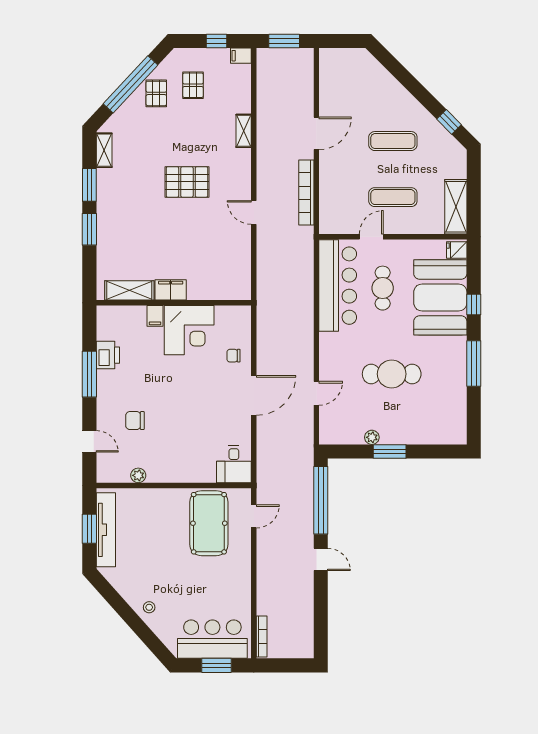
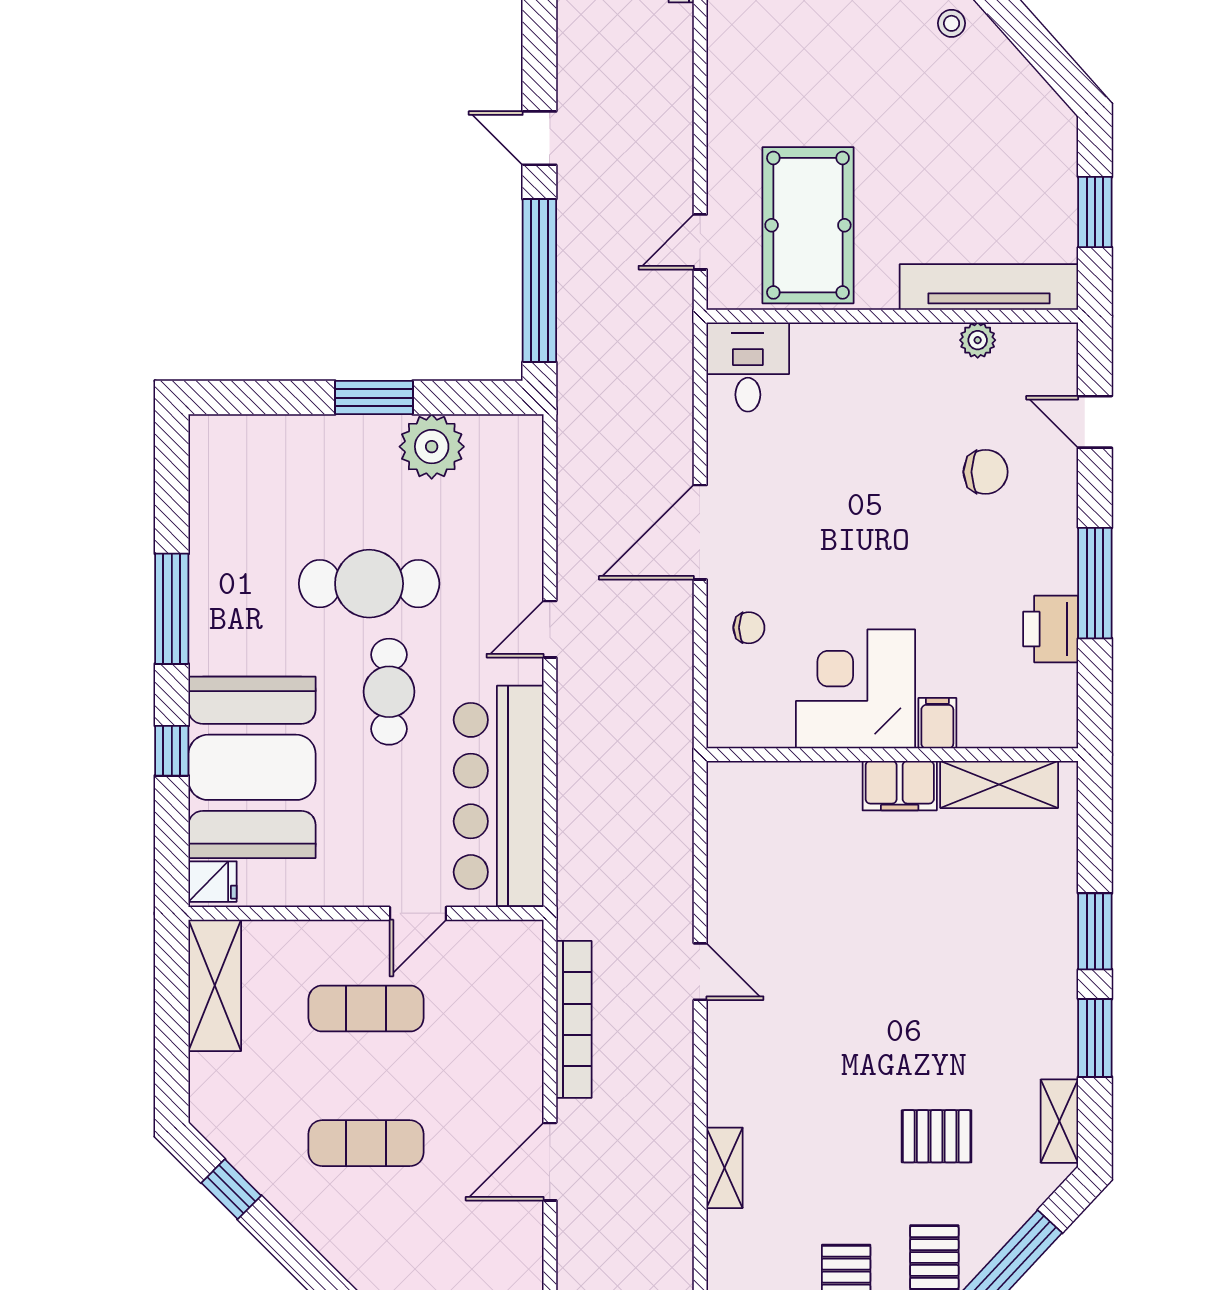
pallet: (187, 182) -> (937, 1136), moved, width x0.67, depth x0.71
cafe table: (383, 288) -> (389, 692), moved
door: (316, 393) -> (550, 629), moved
plant: (372, 437) -> (432, 447), width x1.88, depth x1.88
tv unit: (106, 530) -> (989, 287), moved, turned 90

